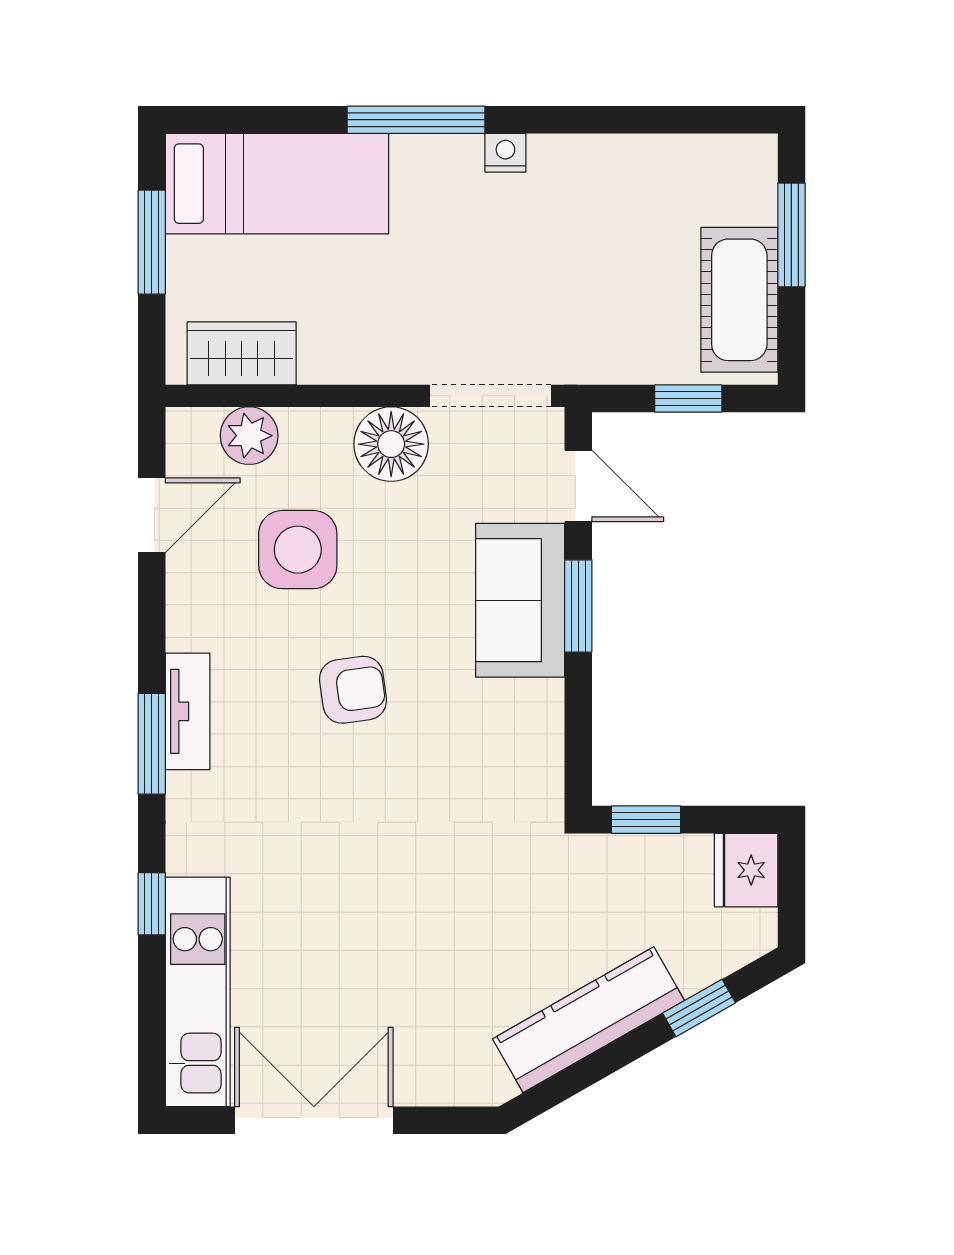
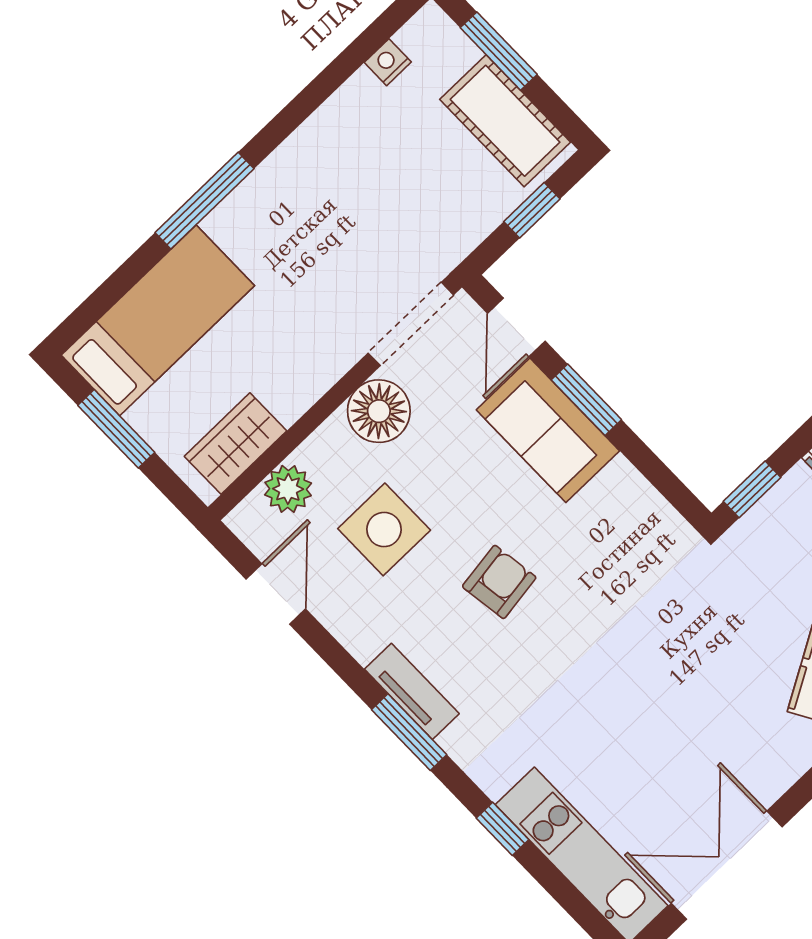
nightstand: (505, 153) -> (388, 62), moved
door: (578, 486) -> (516, 327), swing flipped

